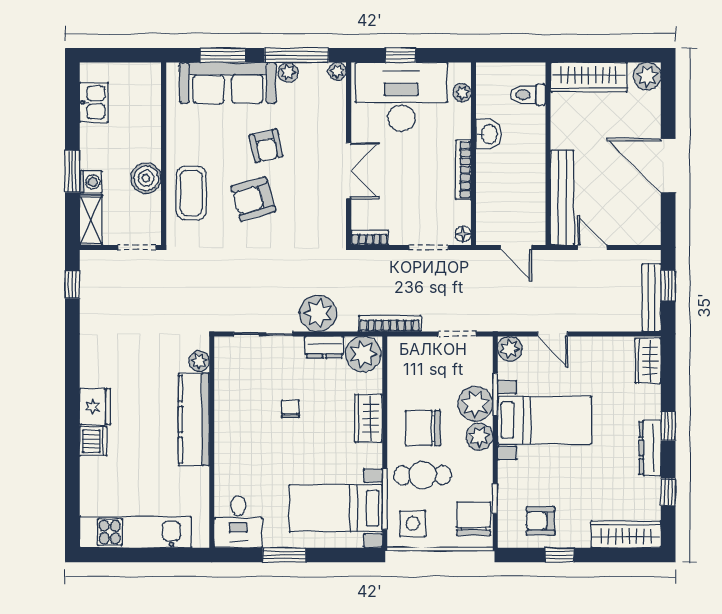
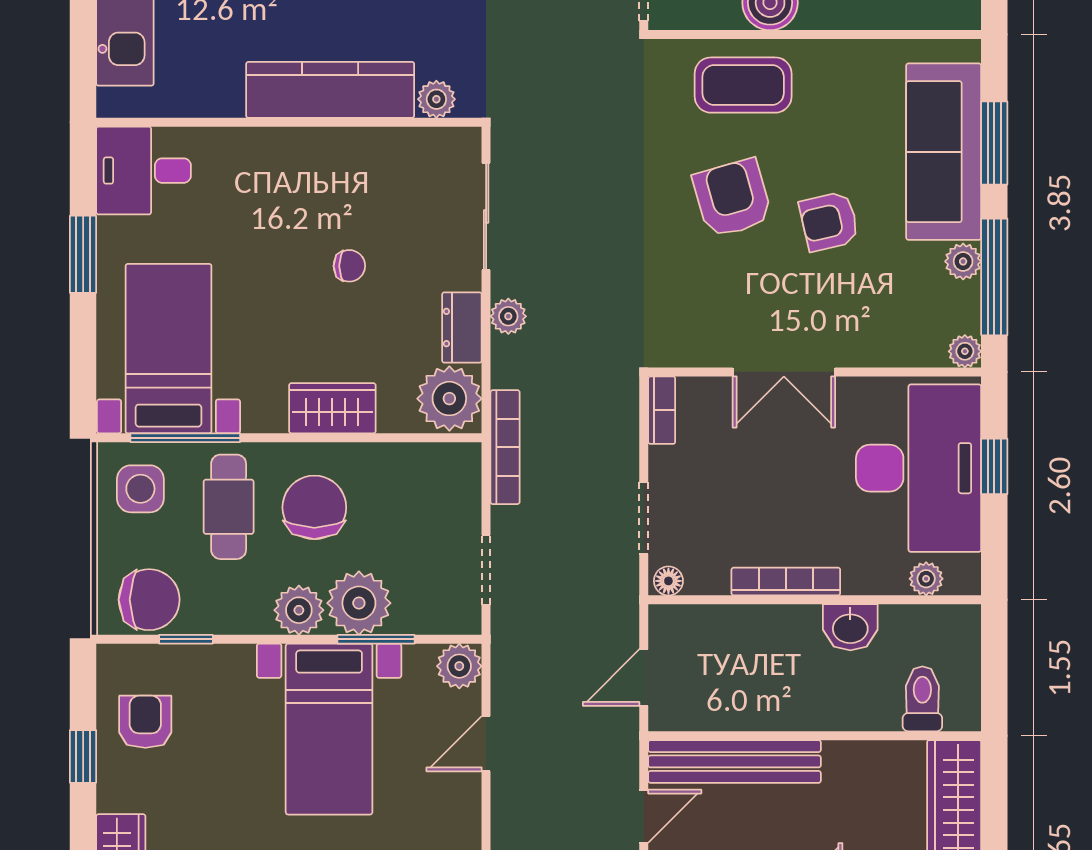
plant: (318, 313) -> (508, 316), width x0.53, depth x0.53

